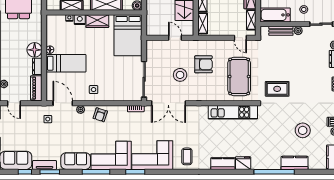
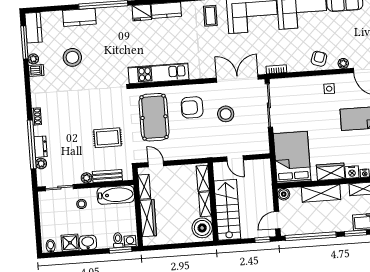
armchair: (203, 64) -> (192, 107), moved
rug: (277, 89) -> (107, 138), moved

